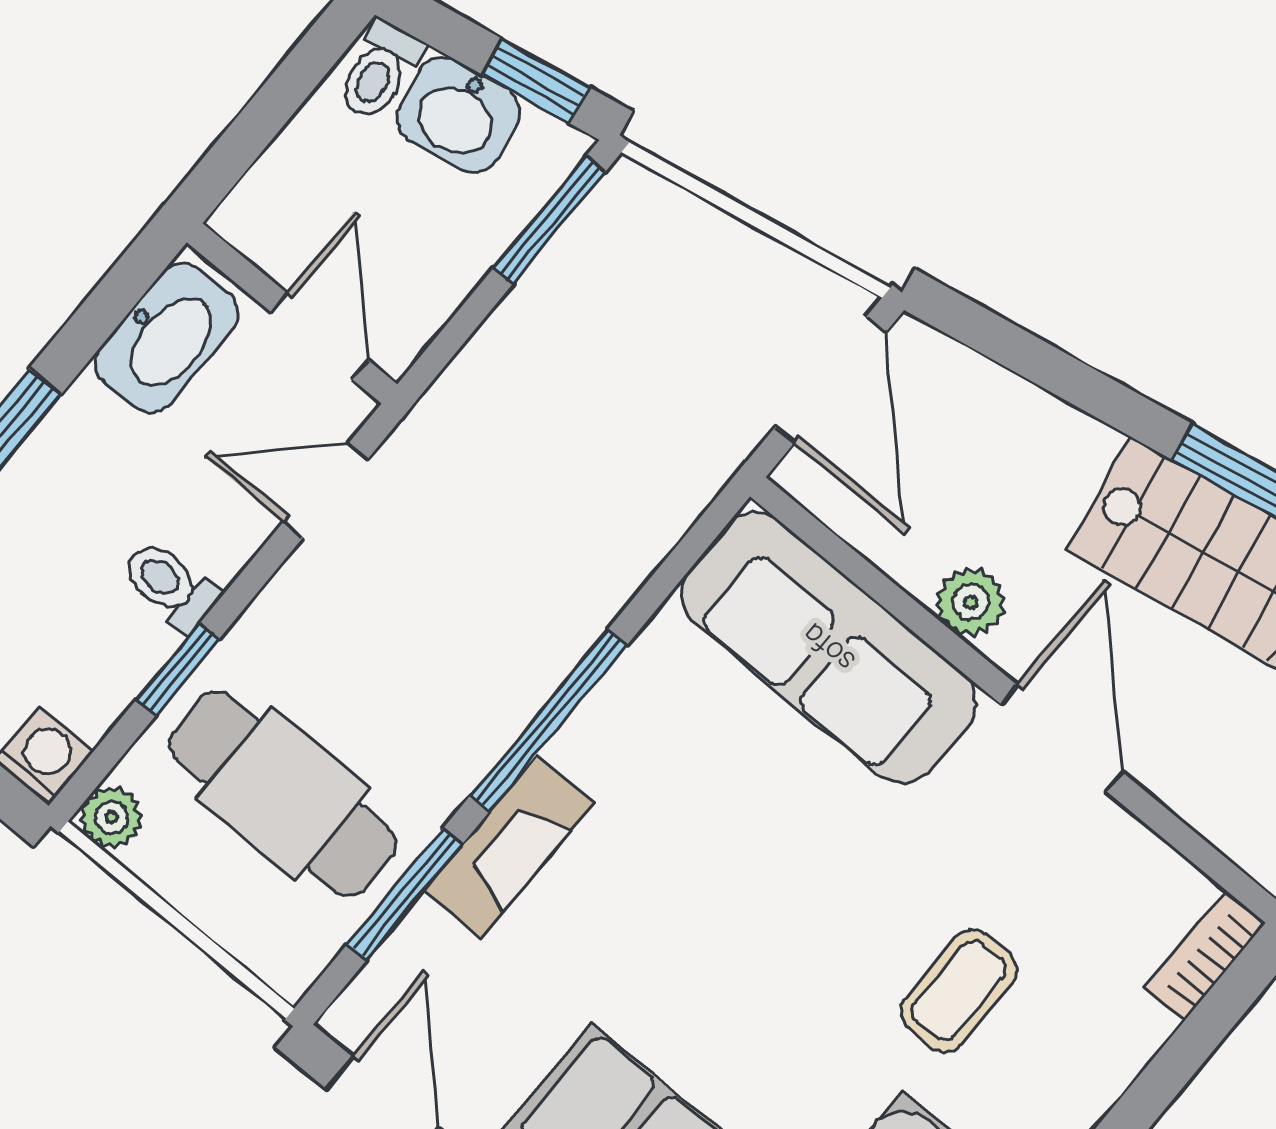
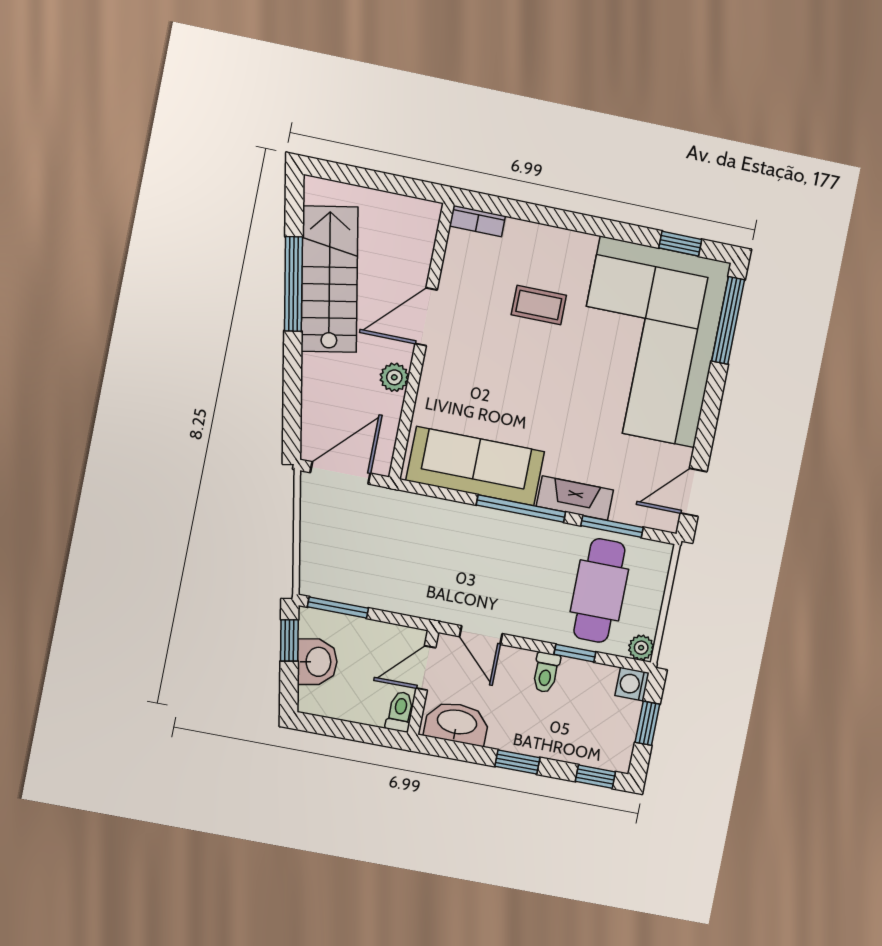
toilet: (379, 71) -> (400, 712), moved, turned -80
sofa: (828, 648) -> (475, 466), moved, turned -90

